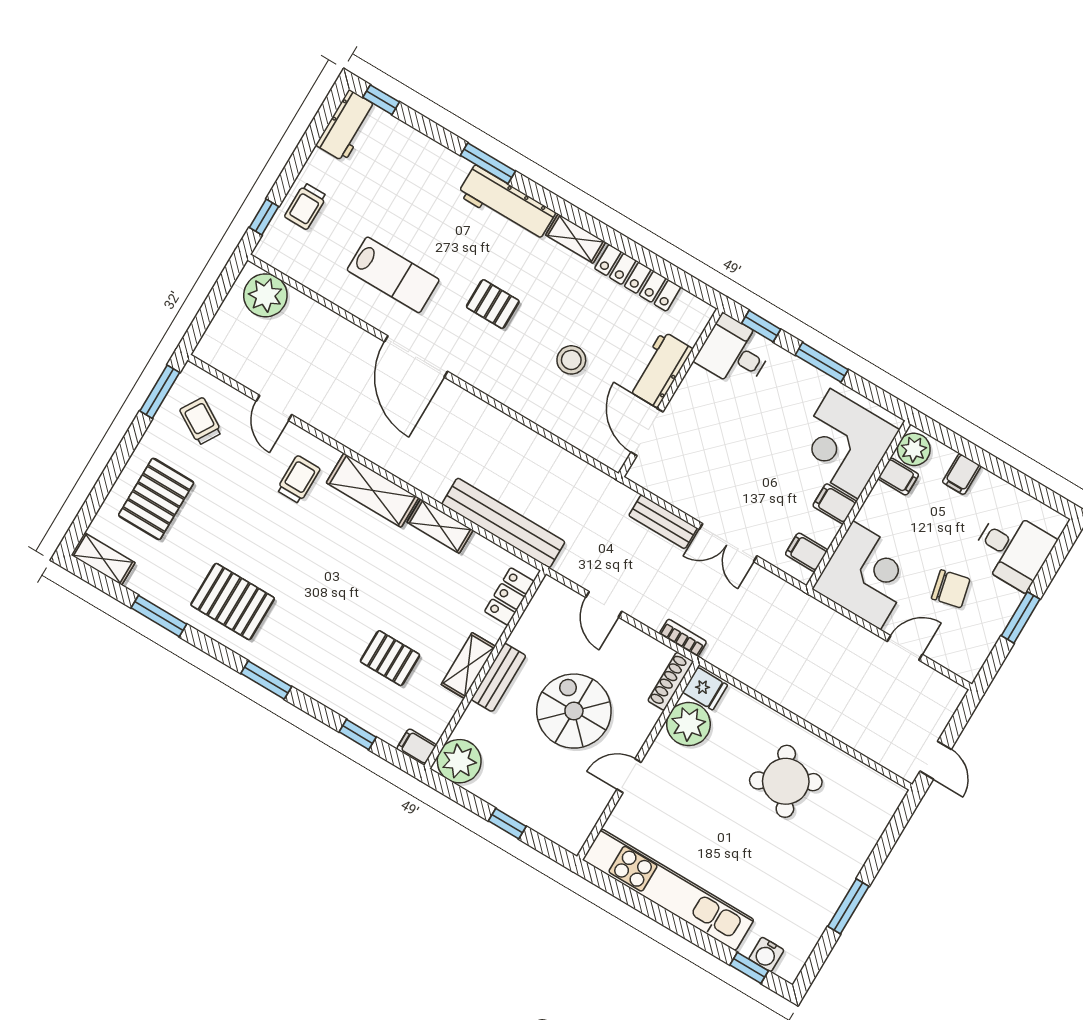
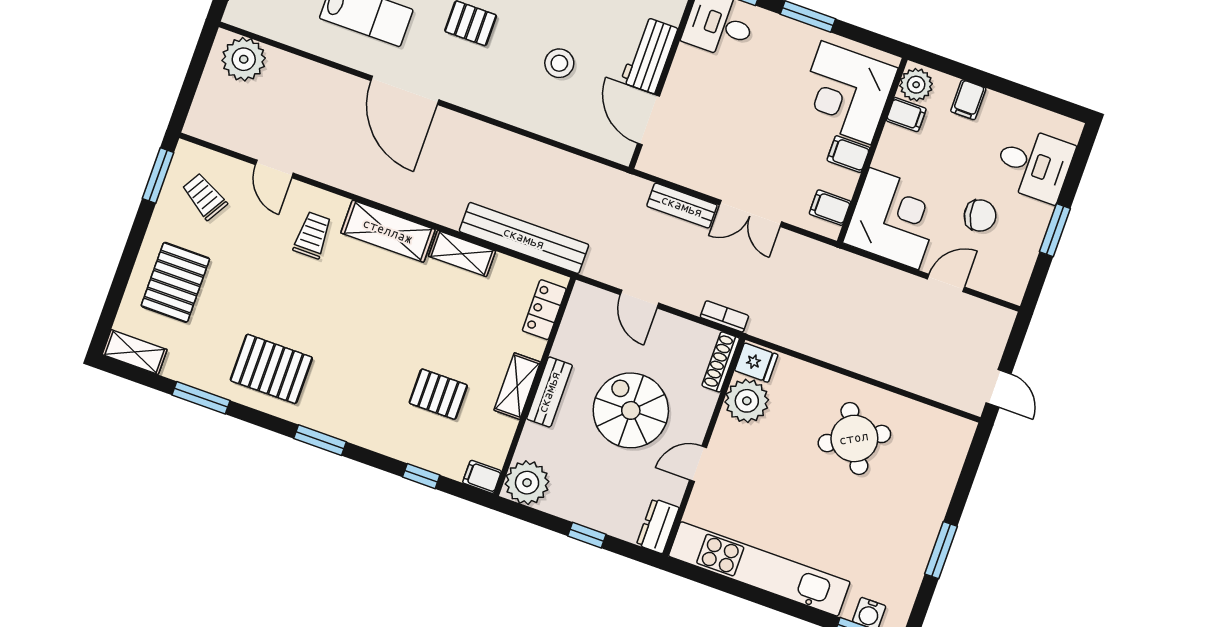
dresser: (578, 829) -> (658, 526), added

